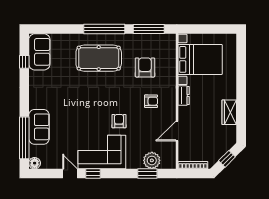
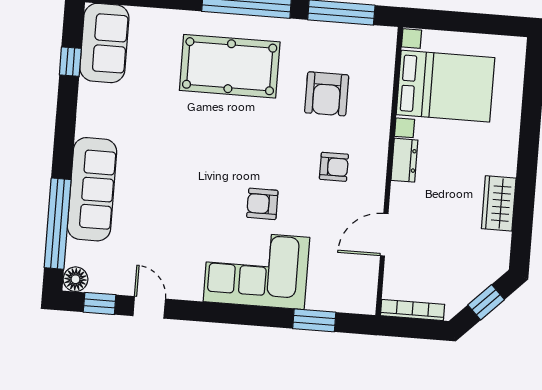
armchair: (145, 67) -> (327, 94), turned 180
armchair: (119, 121) -> (262, 204), turned -90
sofa: (39, 127) -> (92, 189), width x1.36
corner sofa: (102, 152) -> (256, 270), moved
plant: (152, 160) -> (326, 293), removed
window: (93, 174) -> (100, 303), moved

